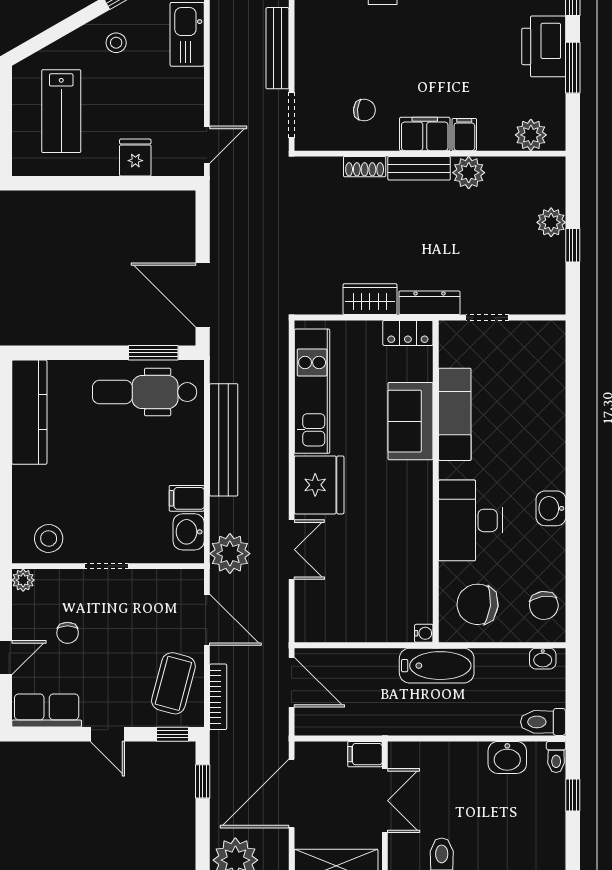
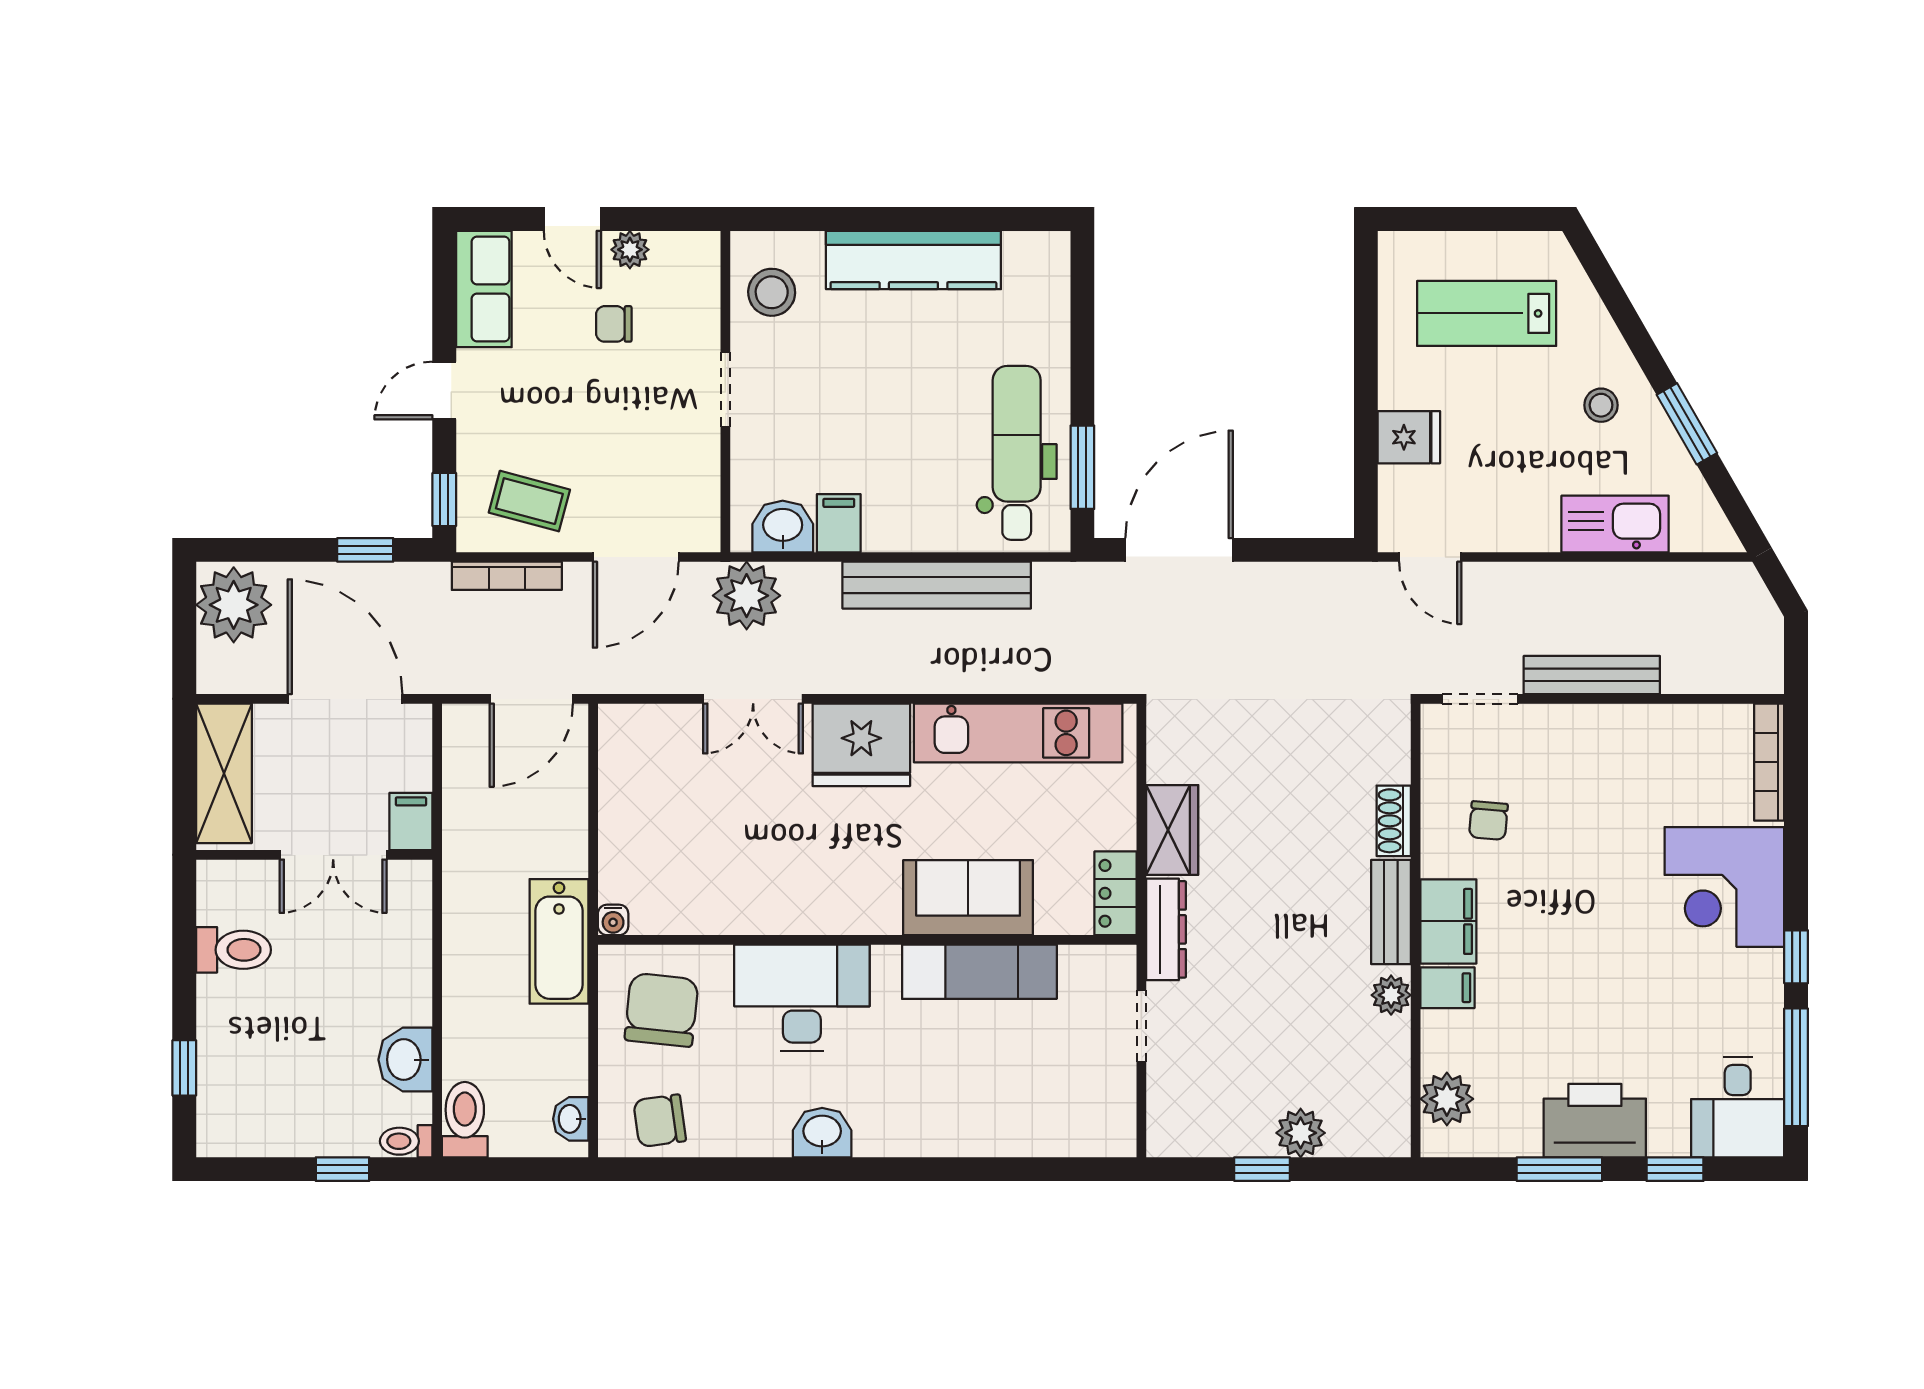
plant: (469, 173) -> (1391, 995), width x0.73, depth x0.73
kitchen counter: (29, 412) -> (913, 260), moved
plant: (23, 580) -> (630, 250), moved
coffee table: (173, 683) -> (529, 501), width x0.73, depth x0.77

